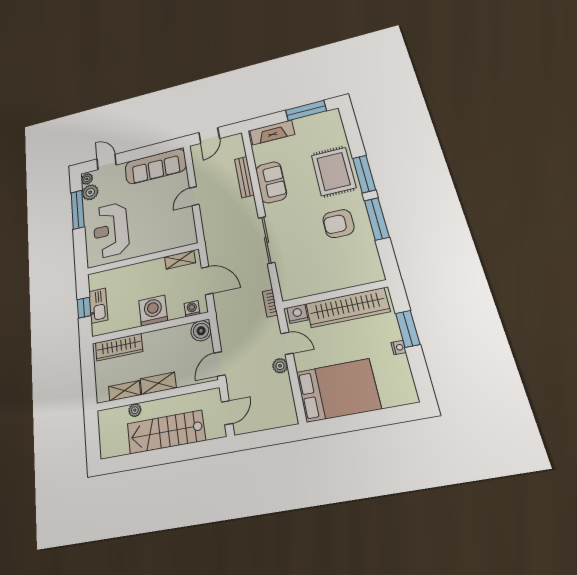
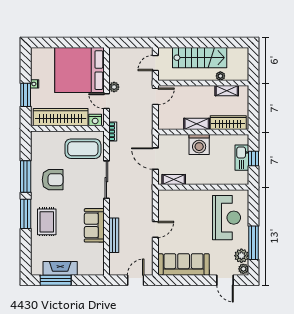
fireplace: (272, 132) -> (60, 268), moved
rug: (333, 171) -> (47, 222), width x0.73, depth x0.70
coffee table: (306, 272) -> (83, 149), added
washing machine: (192, 309) -> (170, 140), removed
boiler: (201, 331) -> (165, 122), removed
shelving: (158, 383) -> (197, 124), moved
bed: (338, 390) -> (79, 70), width x1.36

